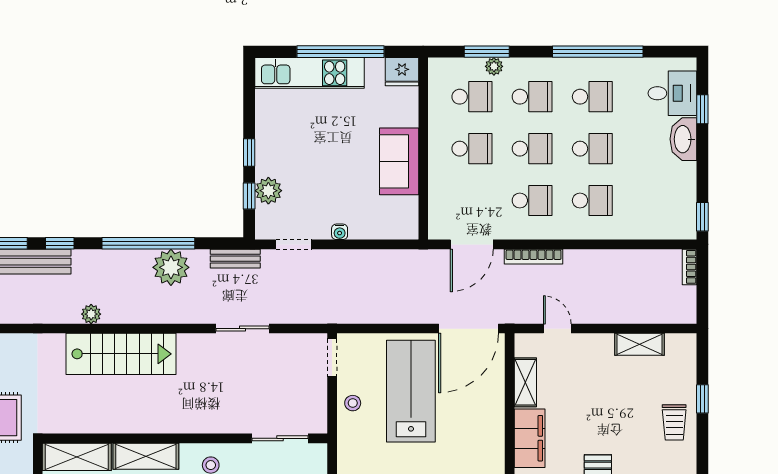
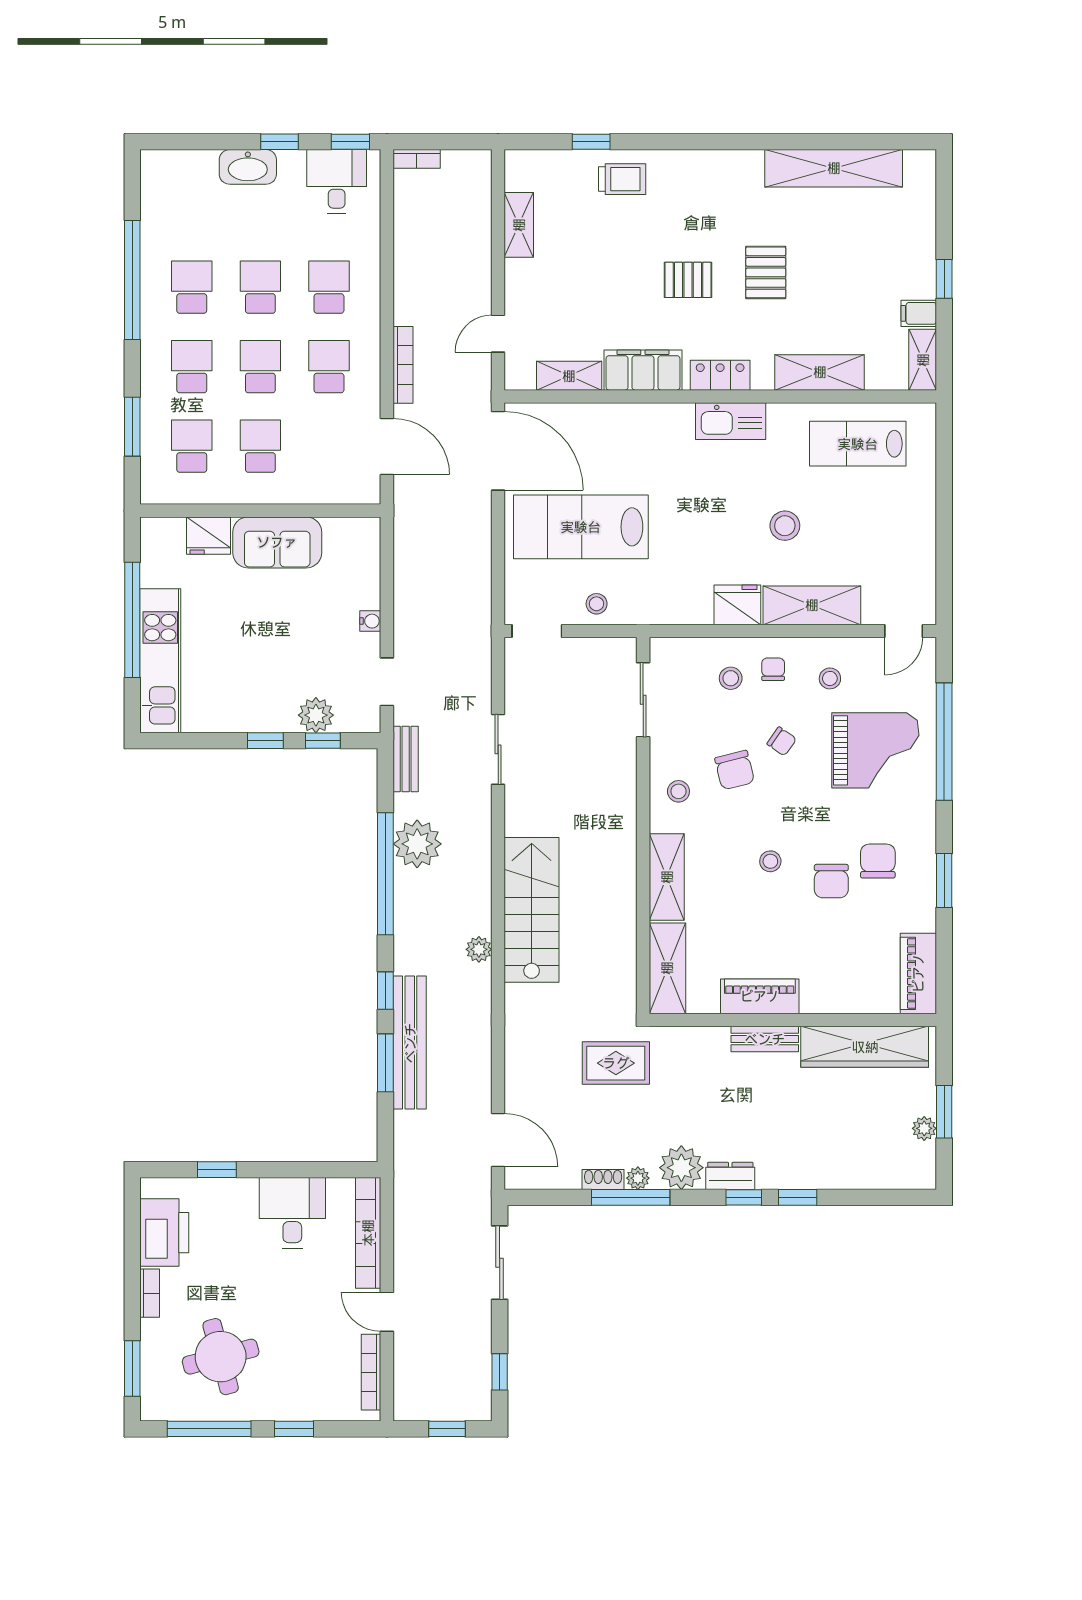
plant: (494, 66) -> (152, 417), removed
fridge: (402, 72) -> (209, 536), moved, turned 90
desk: (672, 93) -> (337, 181), moved
window: (702, 109) -> (280, 142), moved

